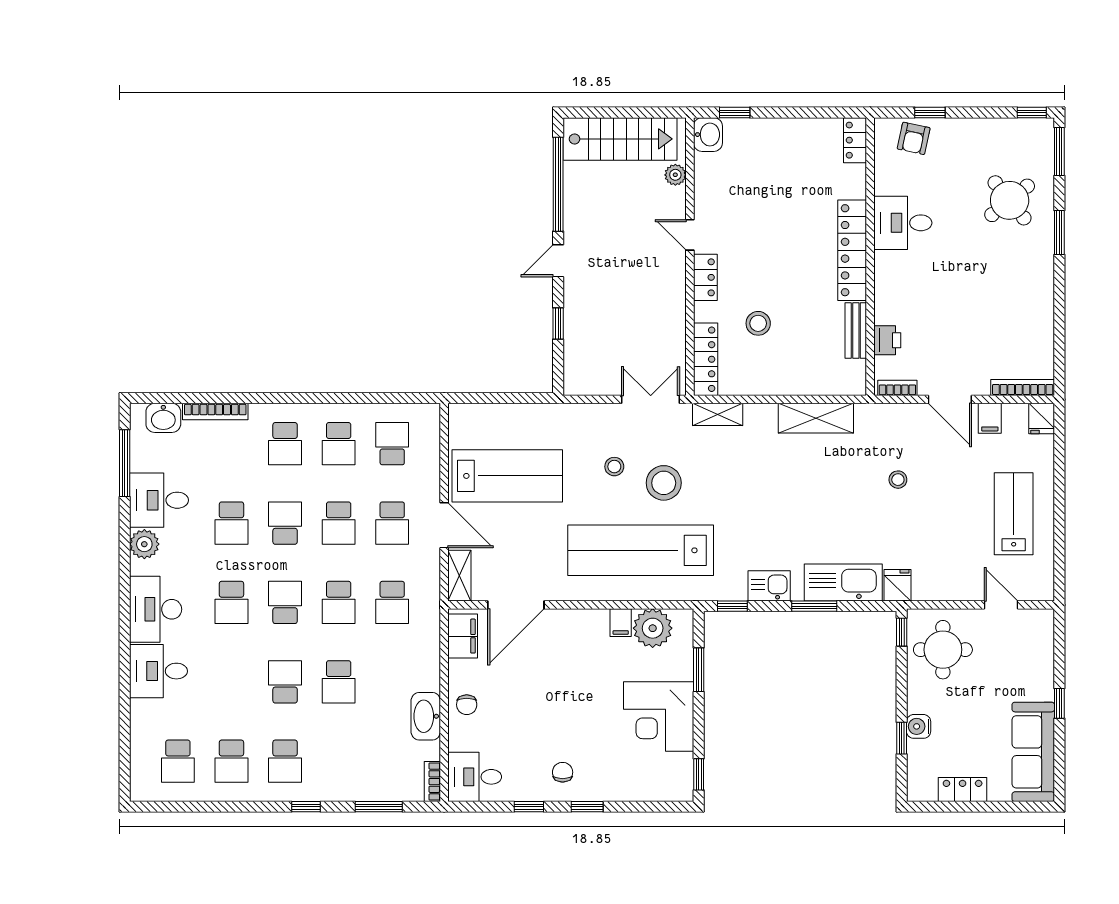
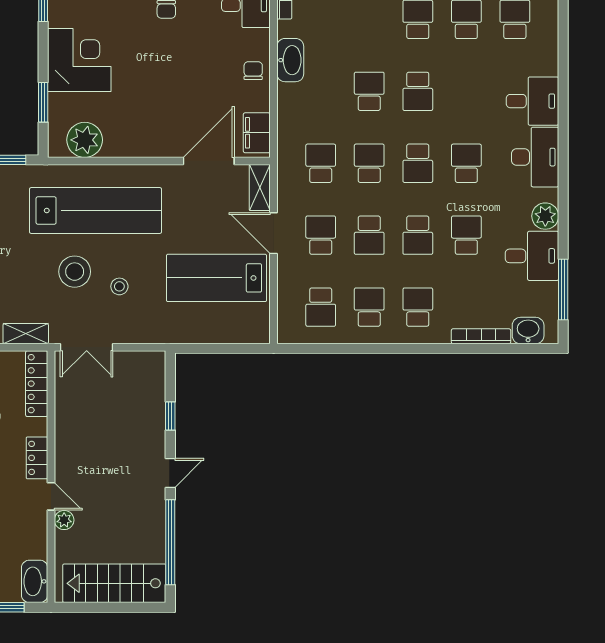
washbasin: (708, 135) -> (35, 581), width x1.38
plant: (675, 175) -> (64, 520), moved
school desk: (339, 523) -> (369, 235), turned 180
filing cabinet: (621, 623) -> (114, 145), removed

